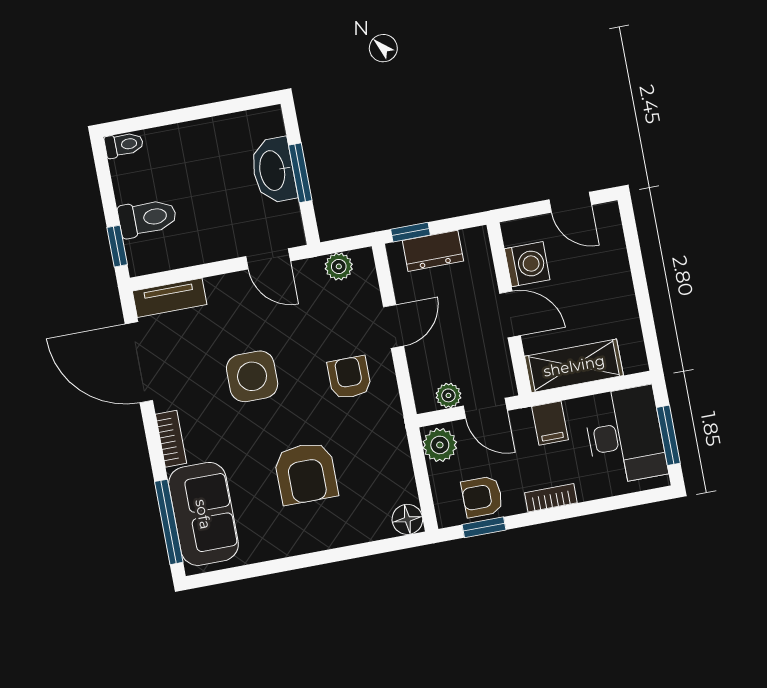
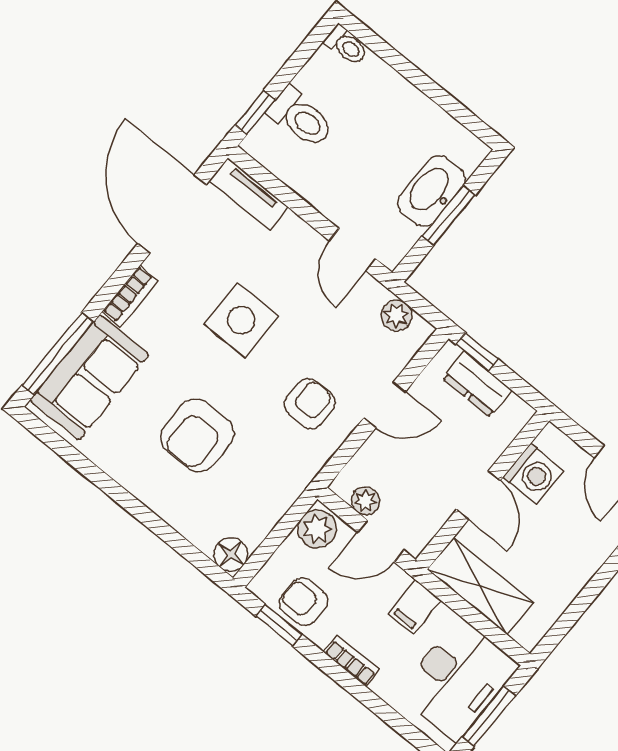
door: (485, 408) -> (381, 541), hinge flipped

